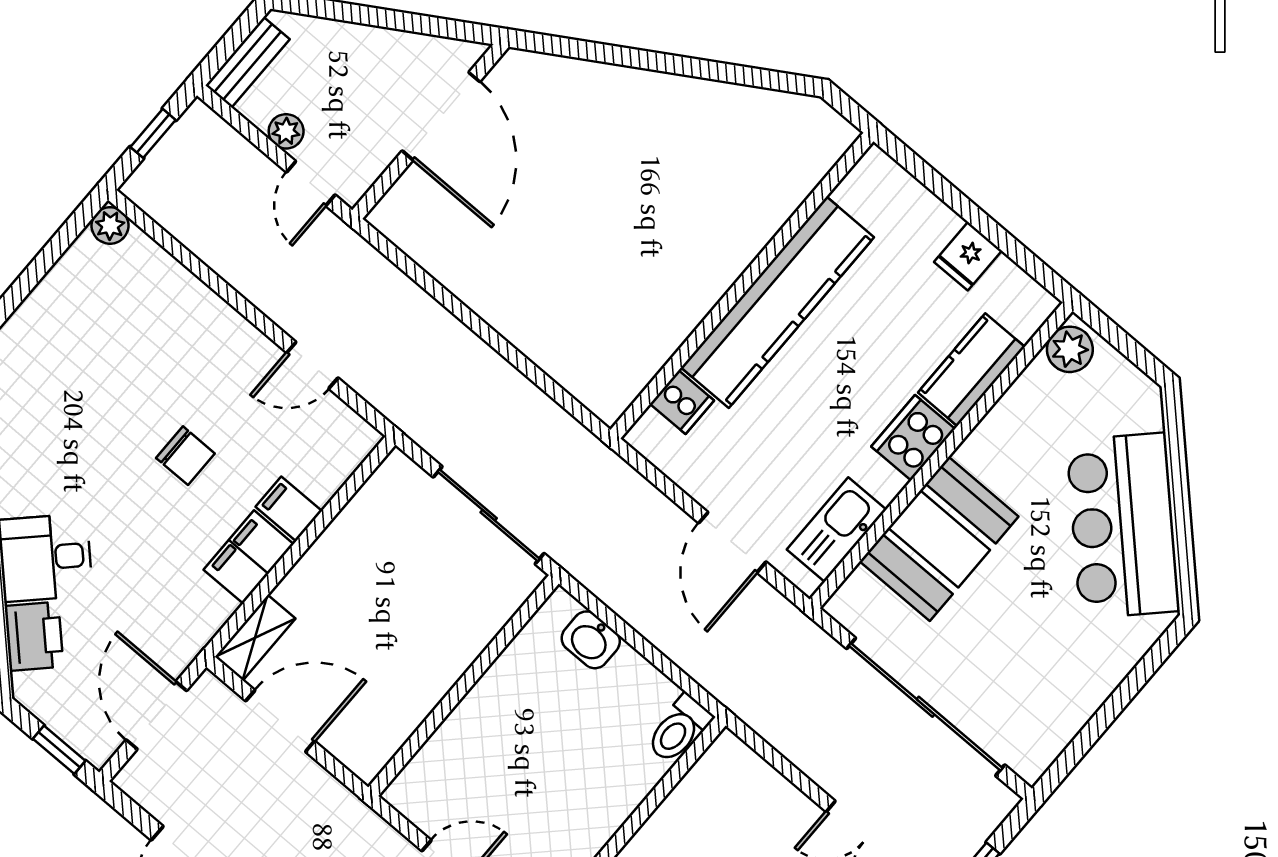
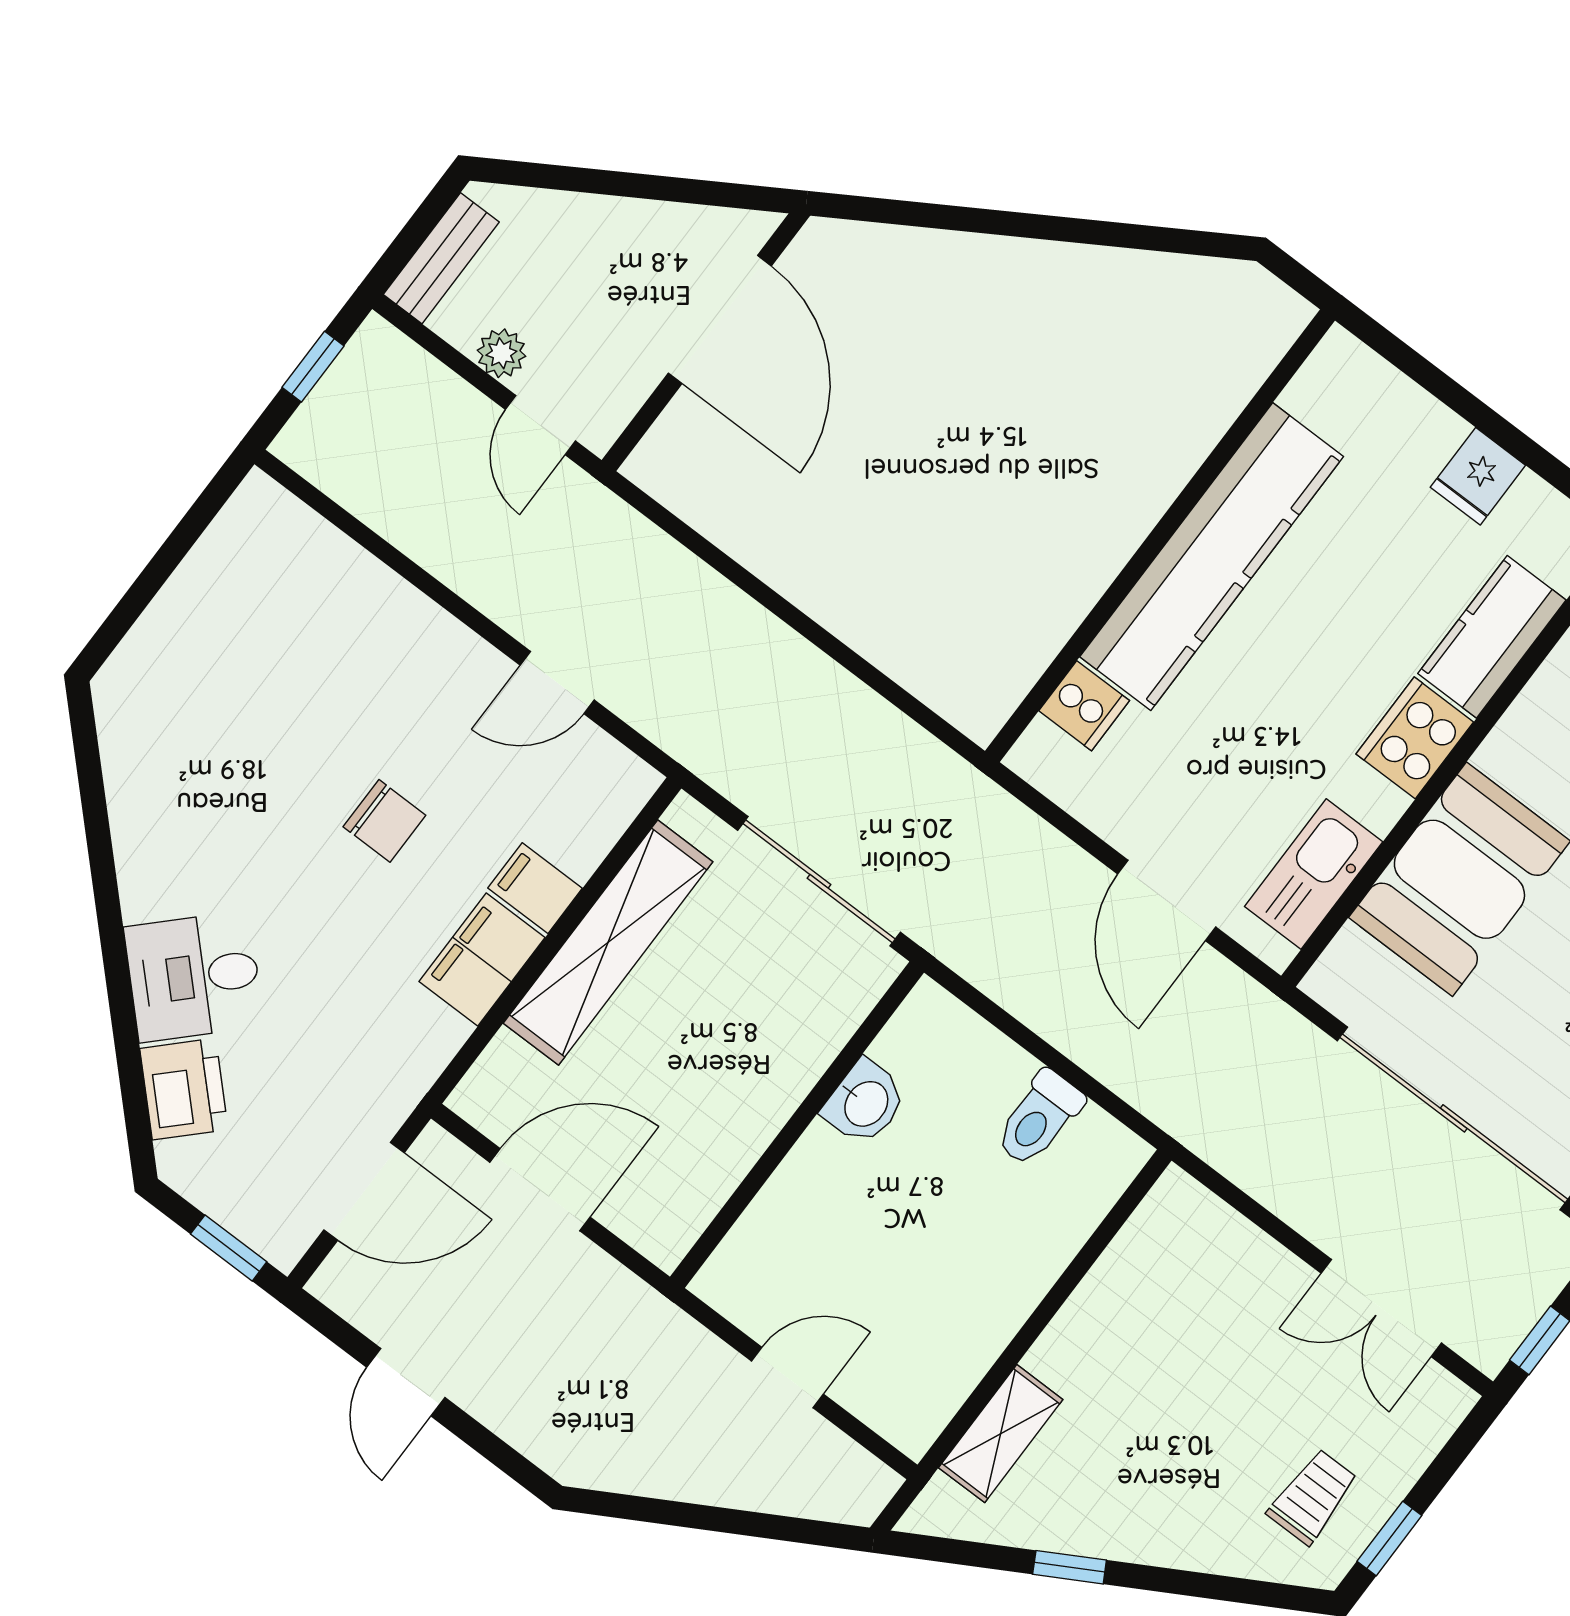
plant: (110, 226) -> (259, 501), removed
shelving: (255, 638) -> (608, 942), moved, width x2.20, depth x1.33
washbasin: (591, 640) -> (865, 1103), moved, turned -90
door: (156, 715) -> (364, 1191), swing flipped
toilet: (679, 729) -> (1039, 1119), moved

